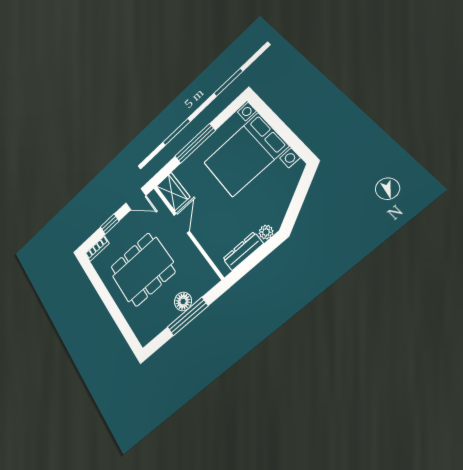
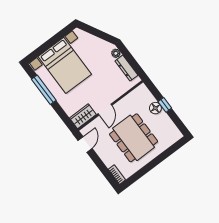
window: (195, 143) -> (44, 90), moved
door: (182, 223) -> (105, 110), swing flipped
window: (110, 224) -> (100, 165), removed
window: (188, 317) -> (165, 105), width x0.46

